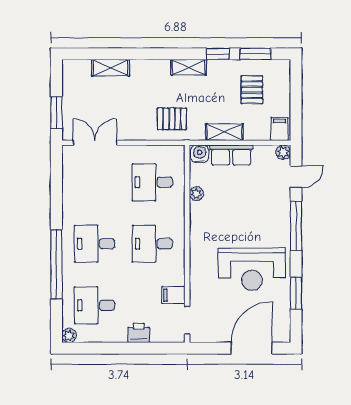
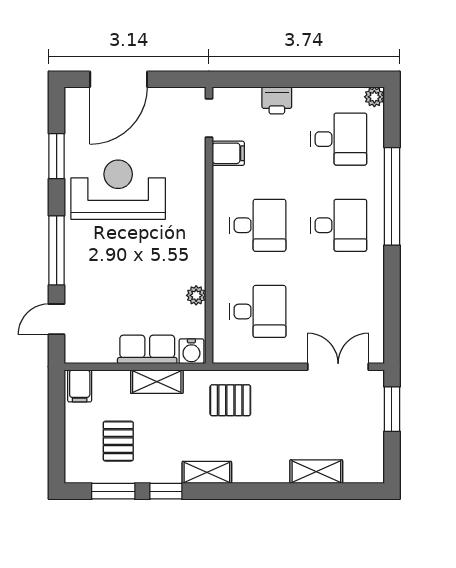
double door: (95, 143) -> (338, 367), swing flipped
plant: (283, 152) -> (74, 353), removed

